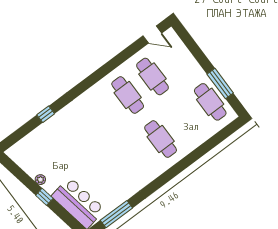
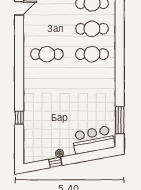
cafe table: (152, 76) -> (92, 29), moved
window: (44, 197) -> (55, 162), moved

